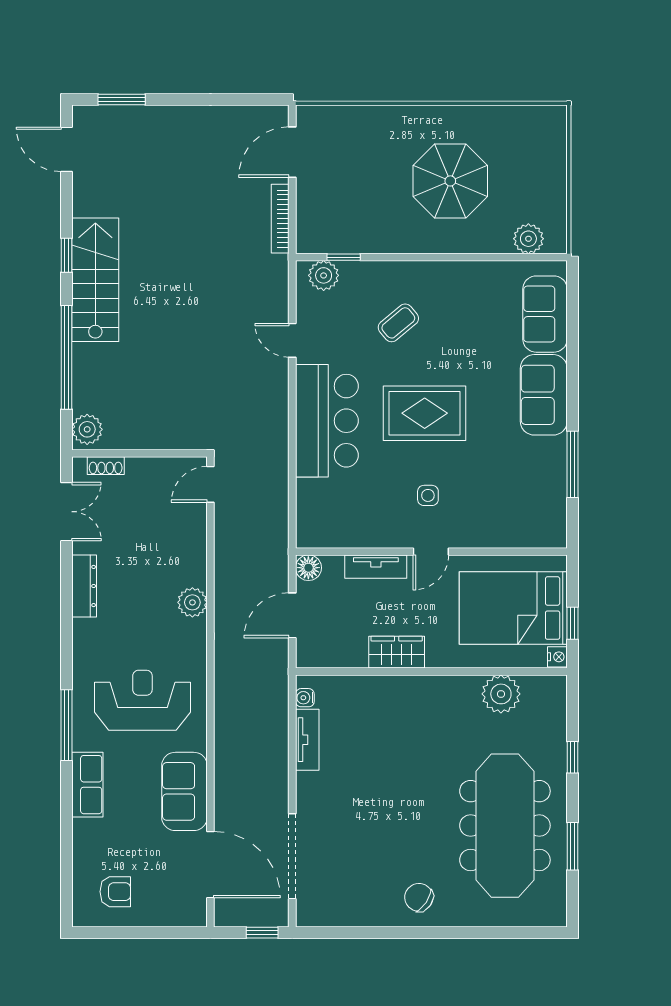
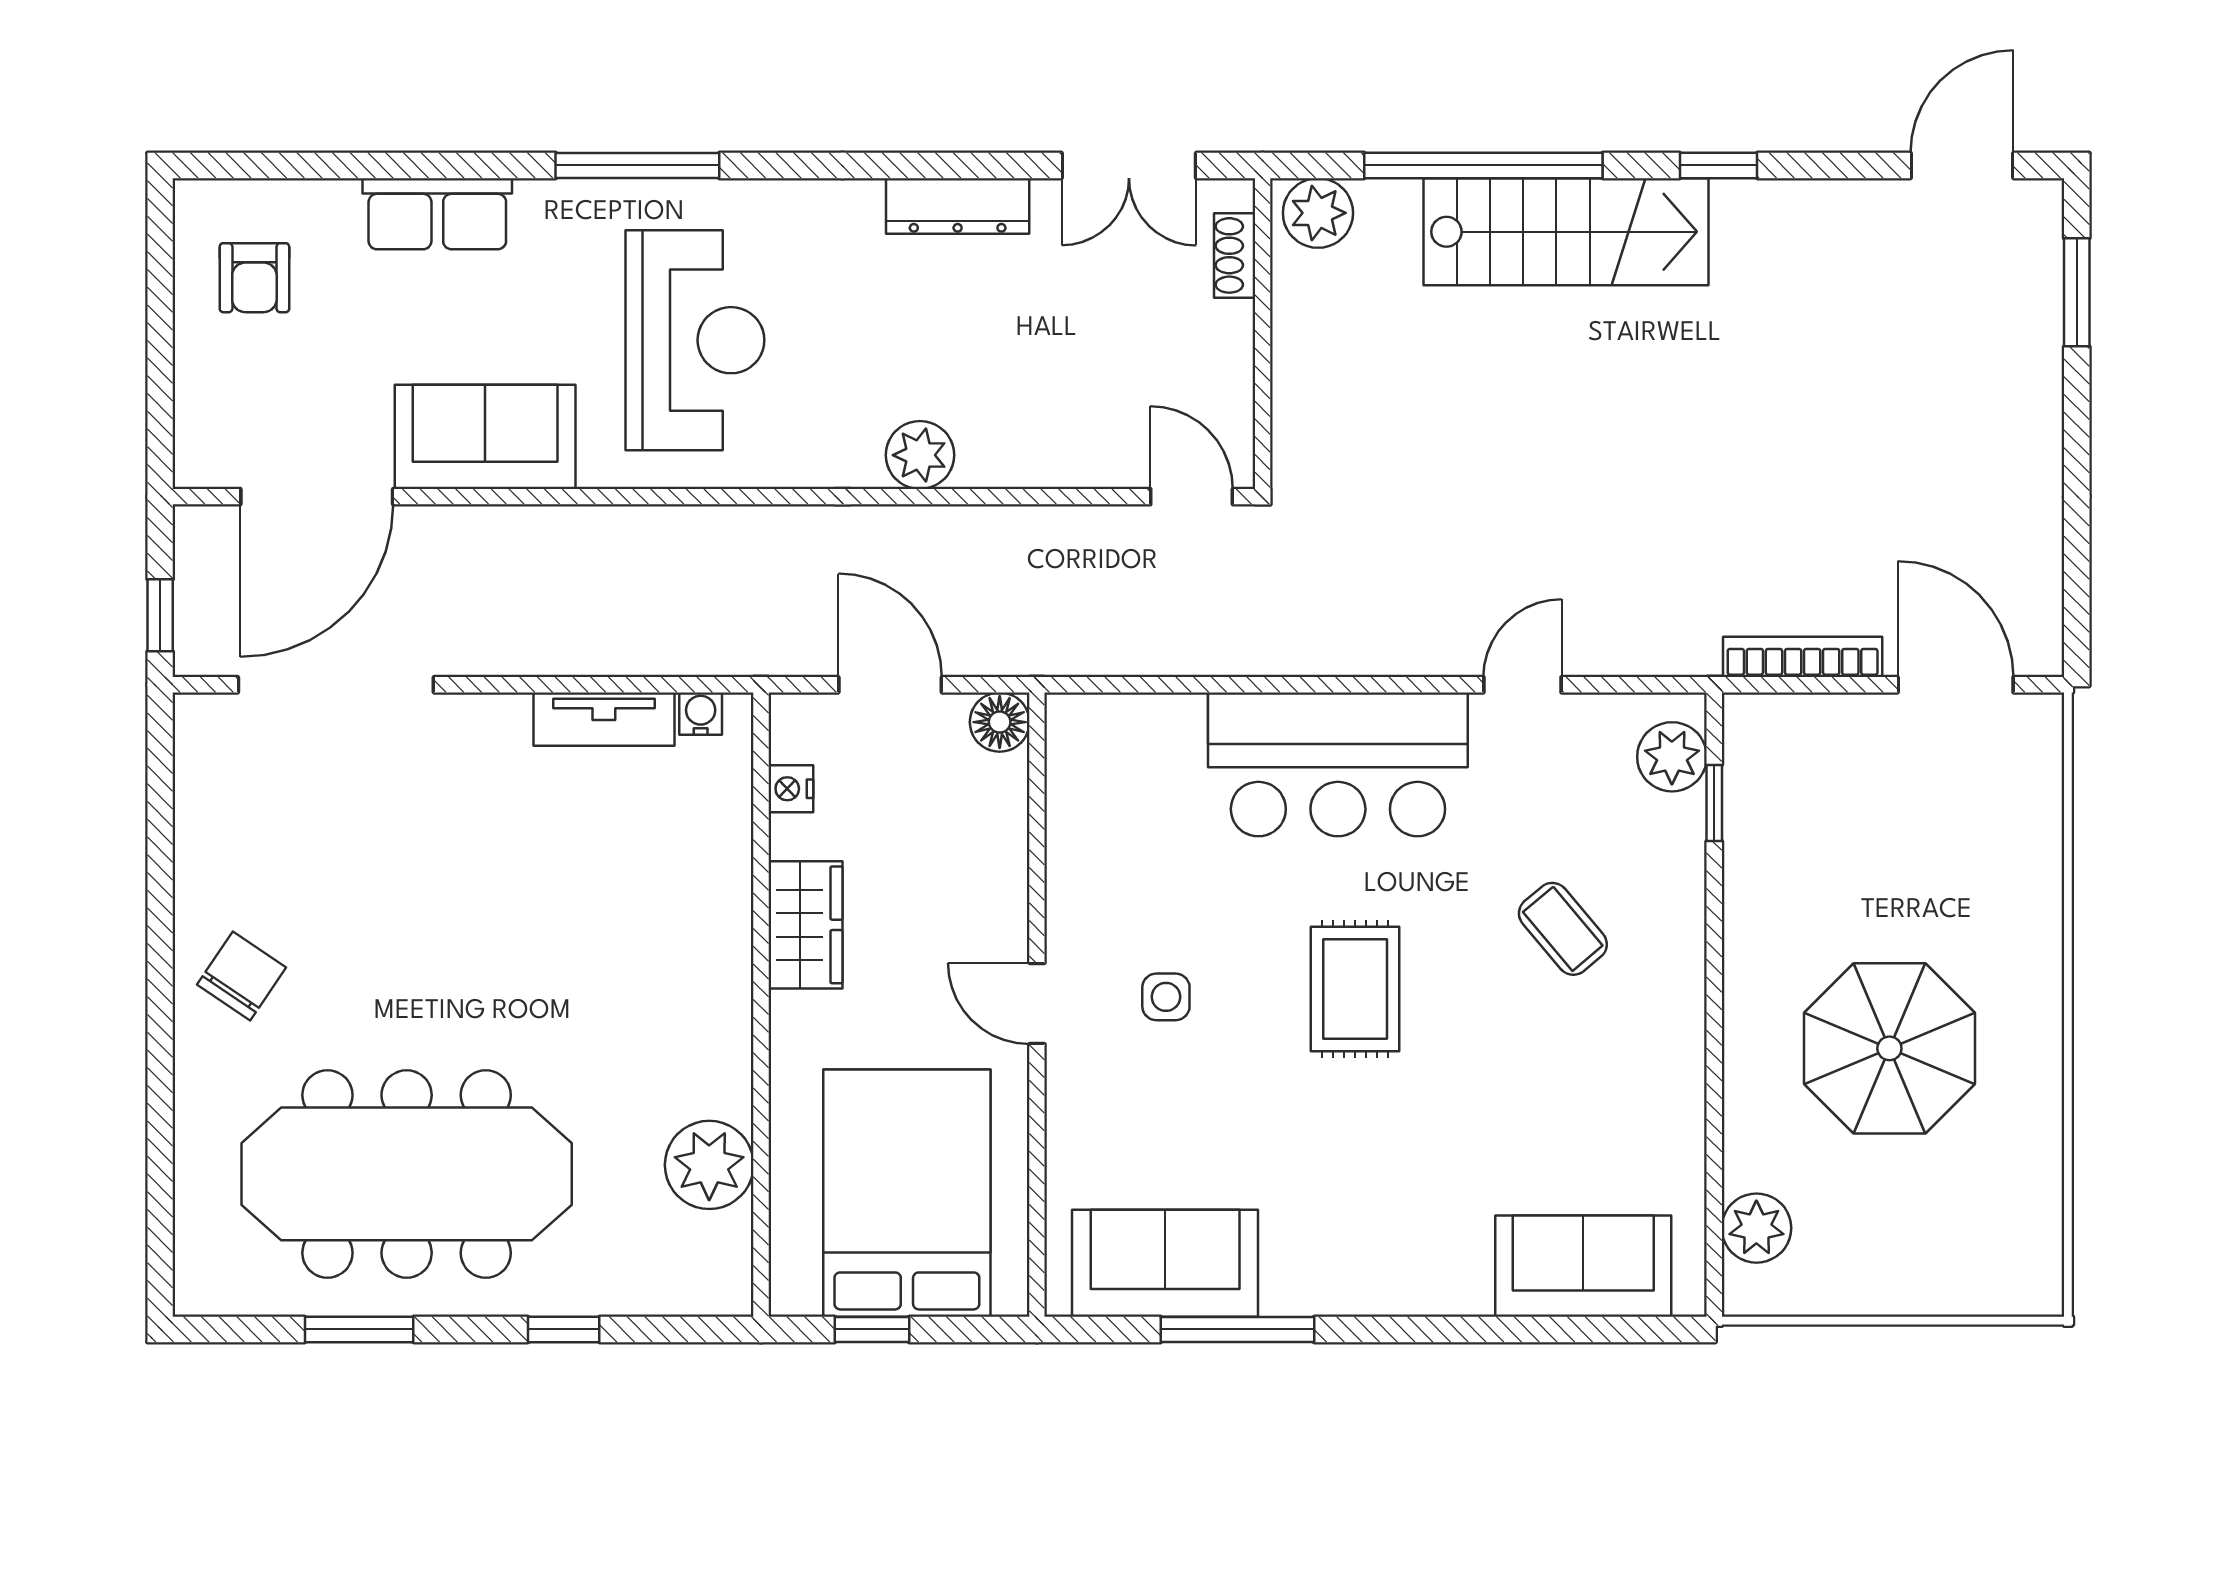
stairs: (95, 280) -> (1566, 232), moved
sofa: (544, 395) -> (1165, 1263), moved
rug: (425, 413) -> (1355, 989), width x0.73, depth x0.70
tv unit: (376, 567) -> (1002, 877), removed
nightstand: (557, 657) -> (791, 789), moved, turned 90
row of seats: (87, 785) -> (437, 214), moved

